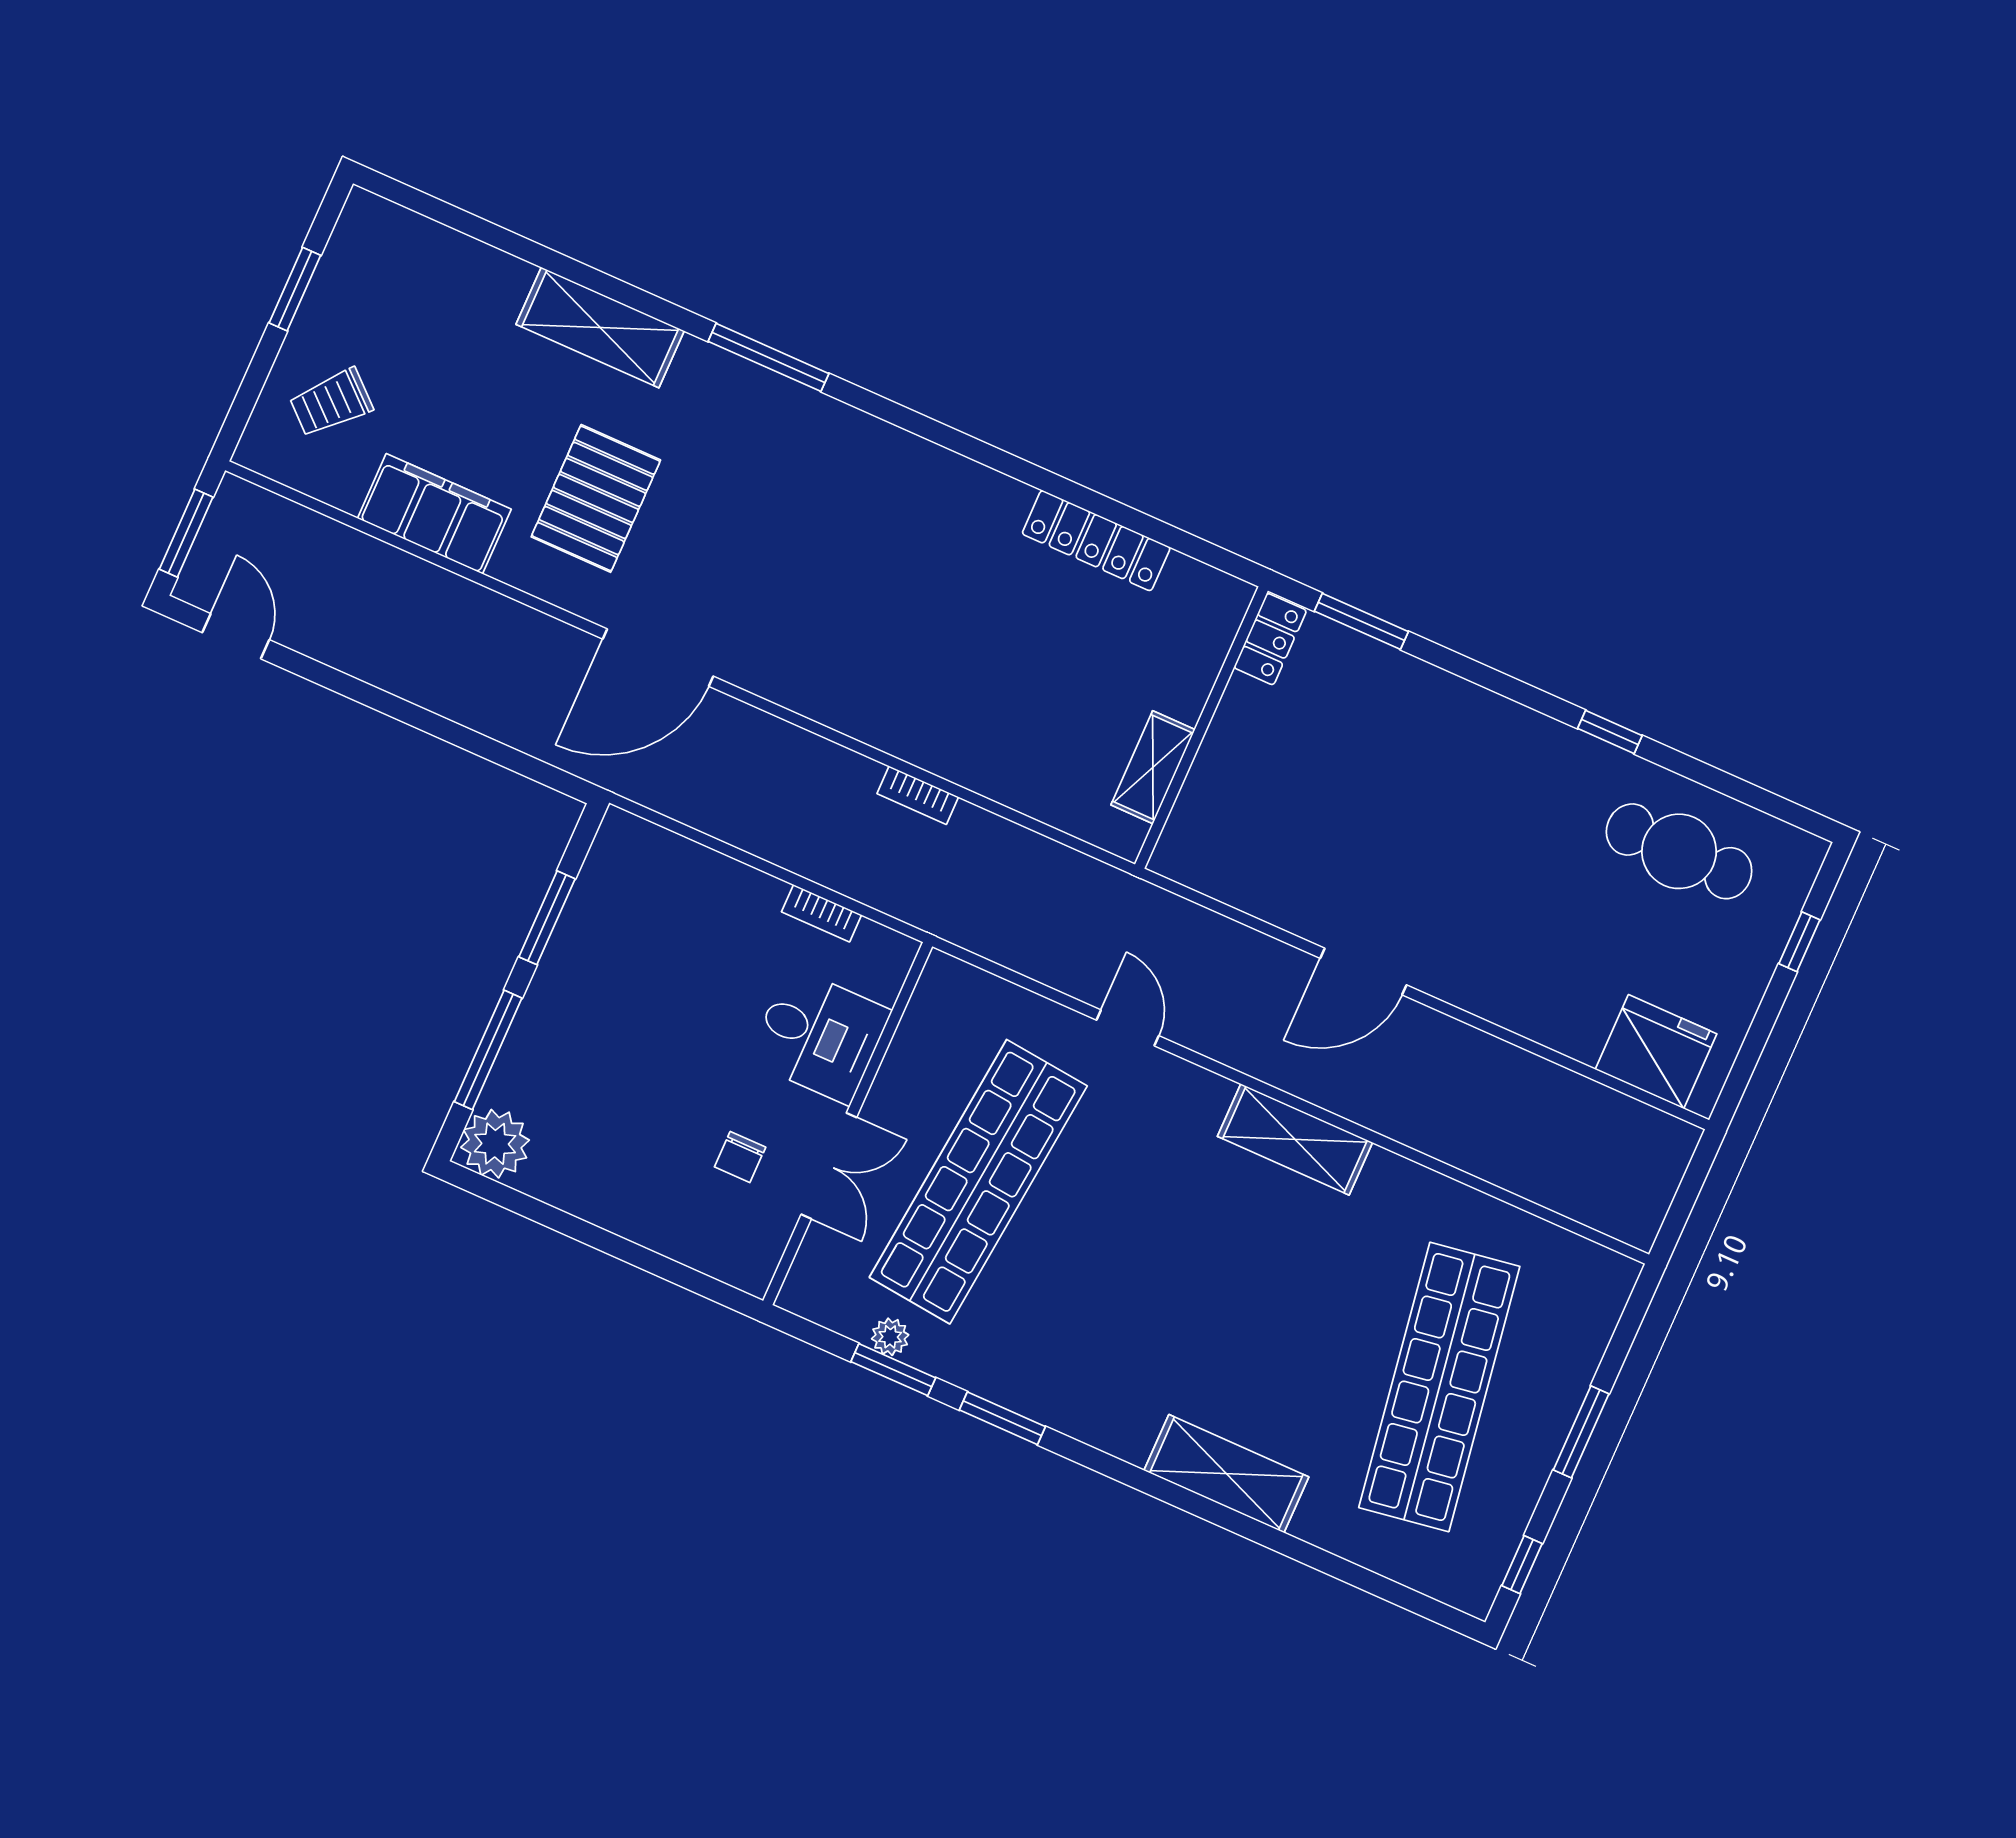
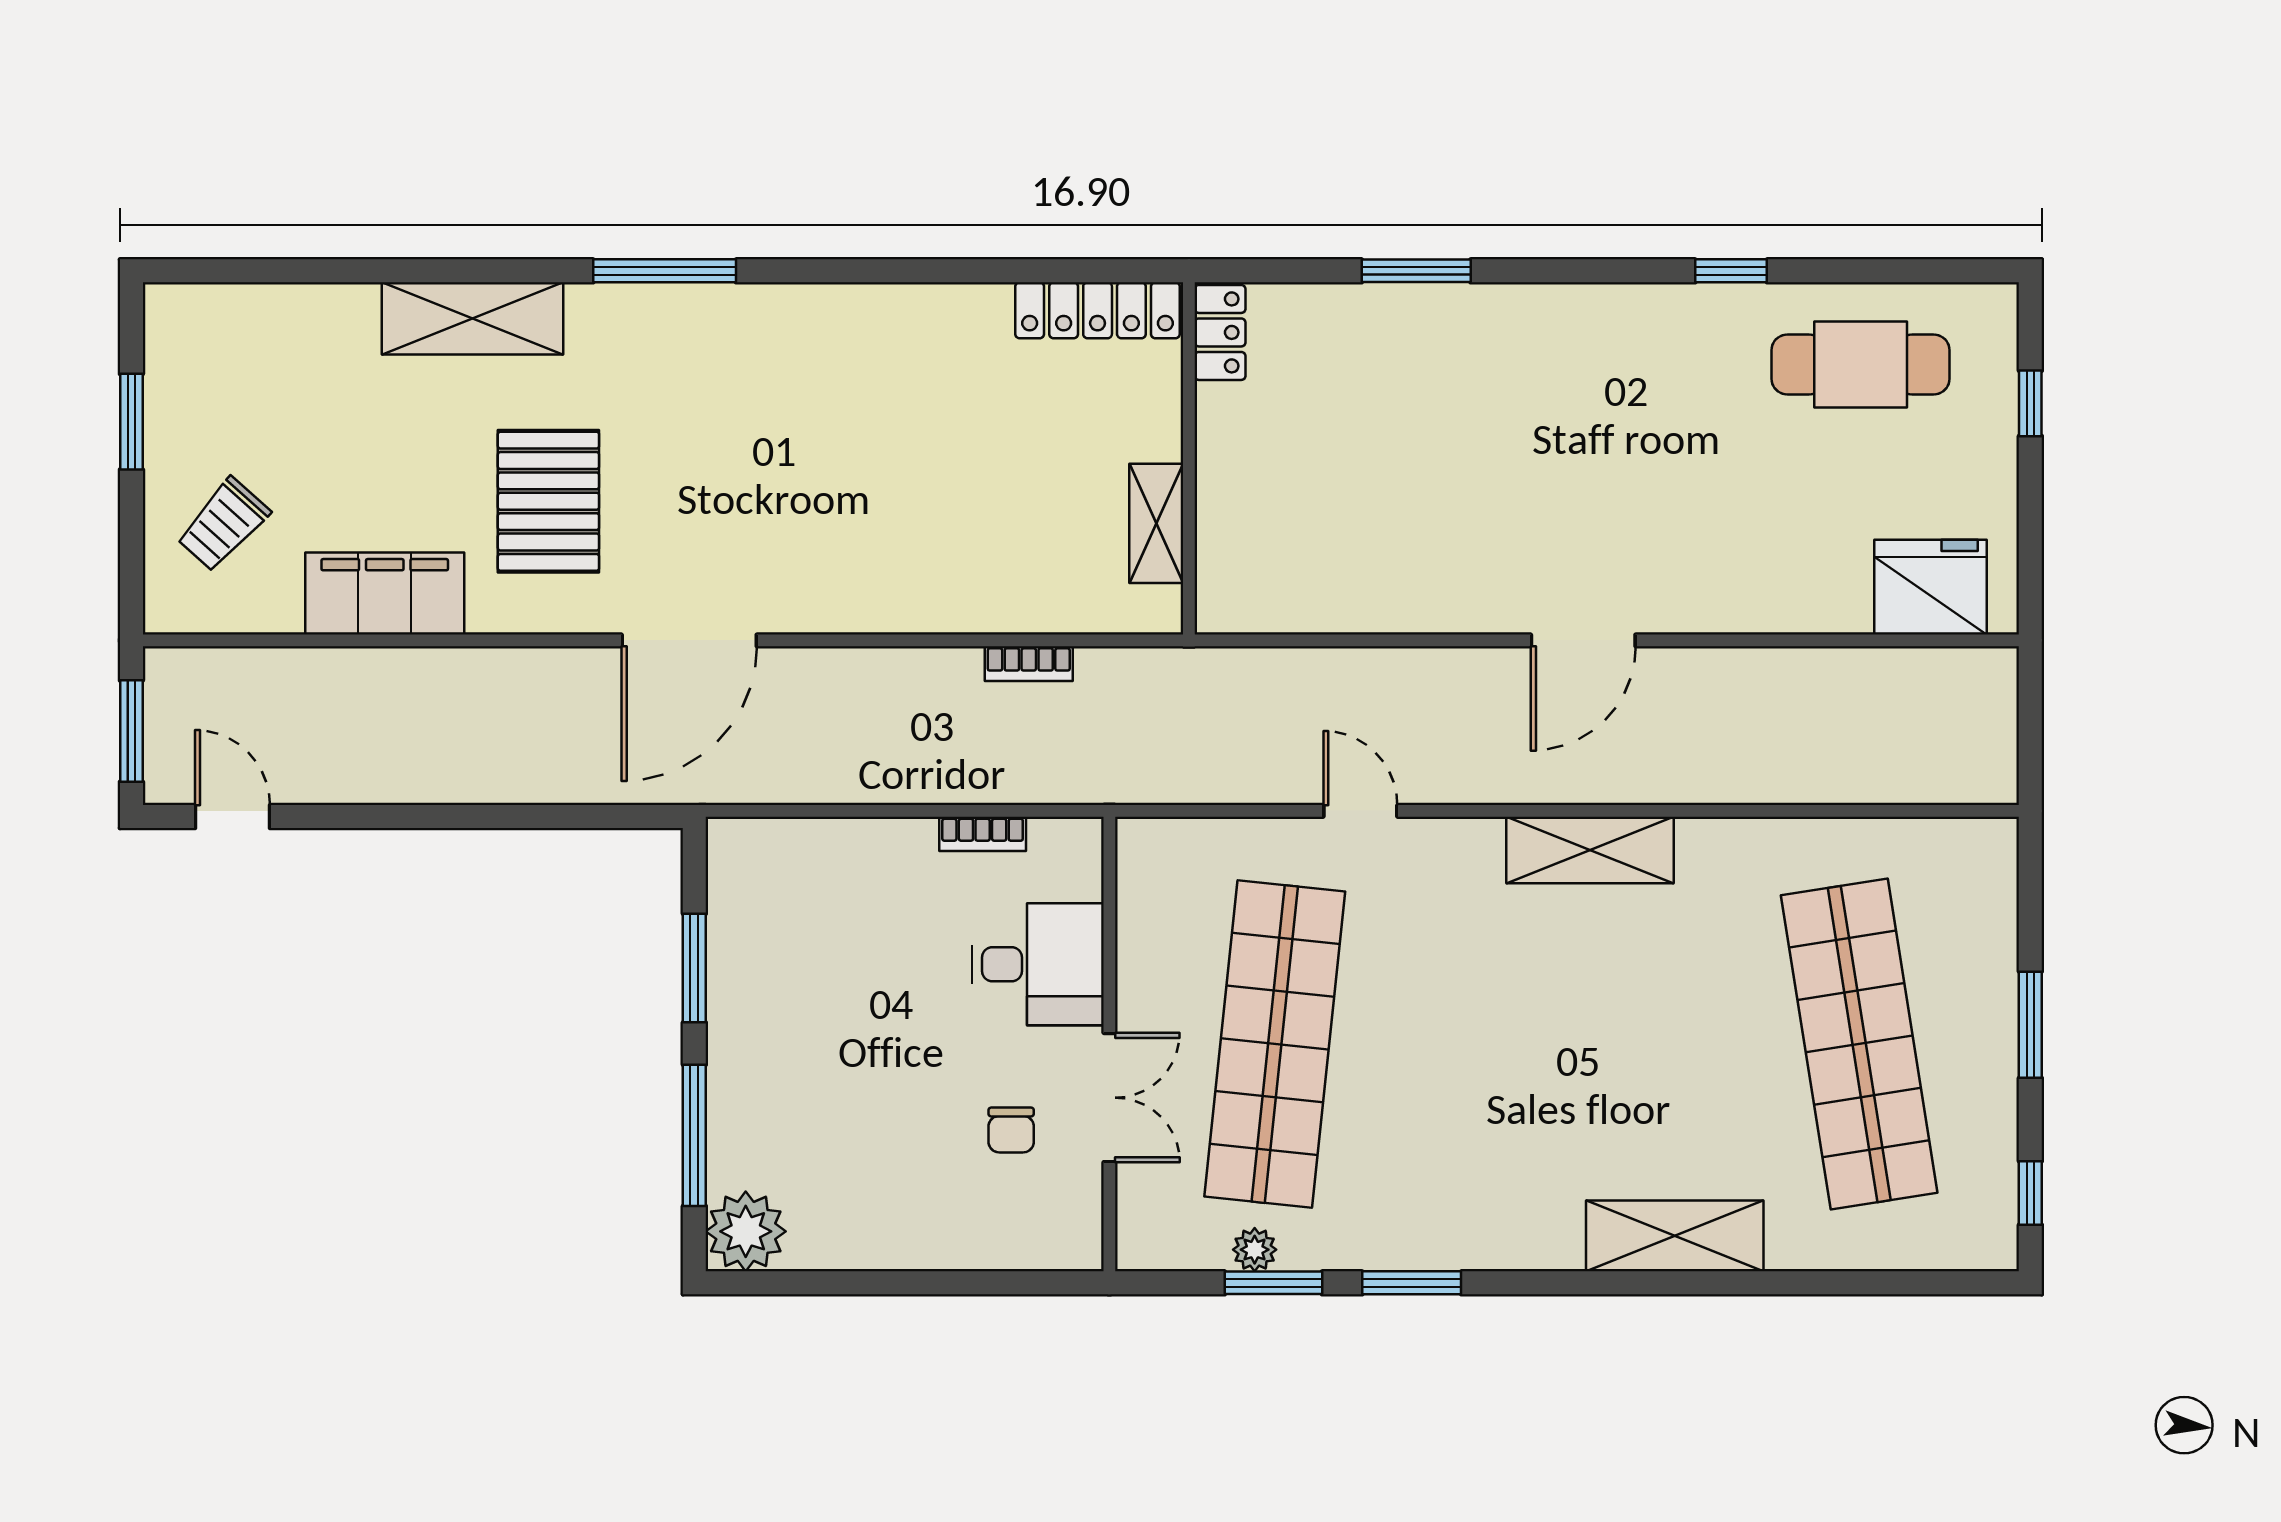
locker: (1270, 639) -> (1220, 332), moved
wall: (1201, 728) -> (1189, 458), moved
shelving: (1153, 767) -> (1156, 523), moved

